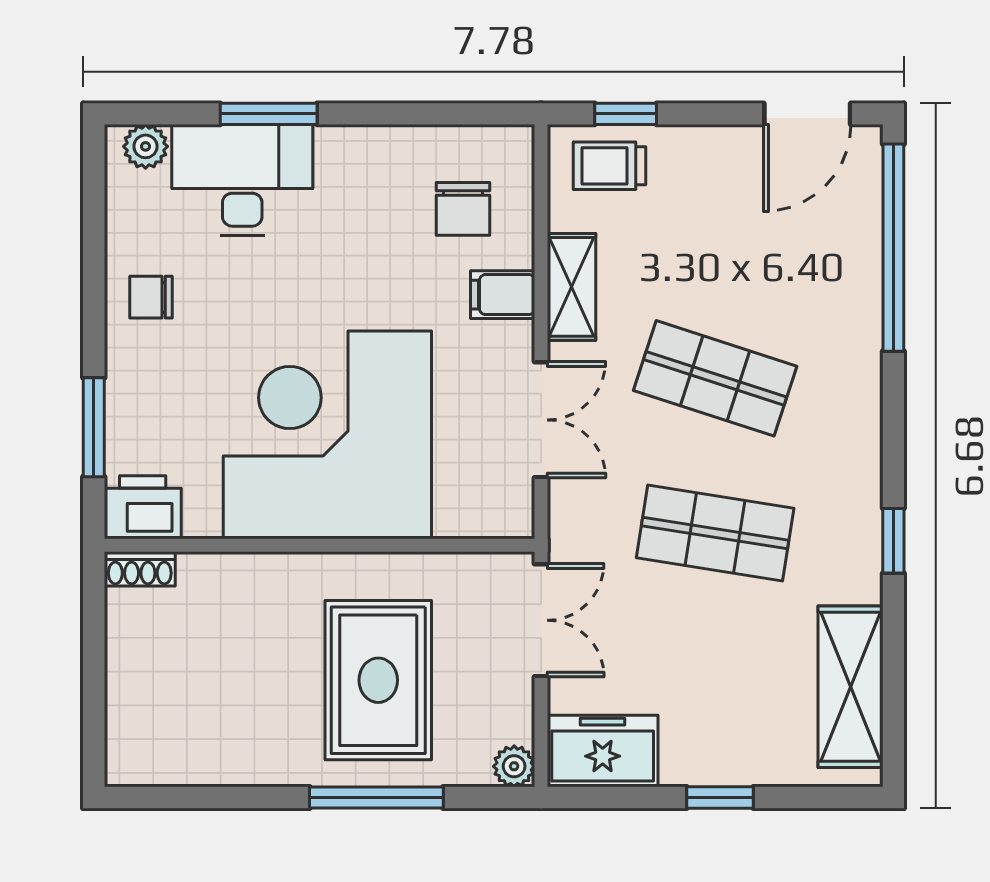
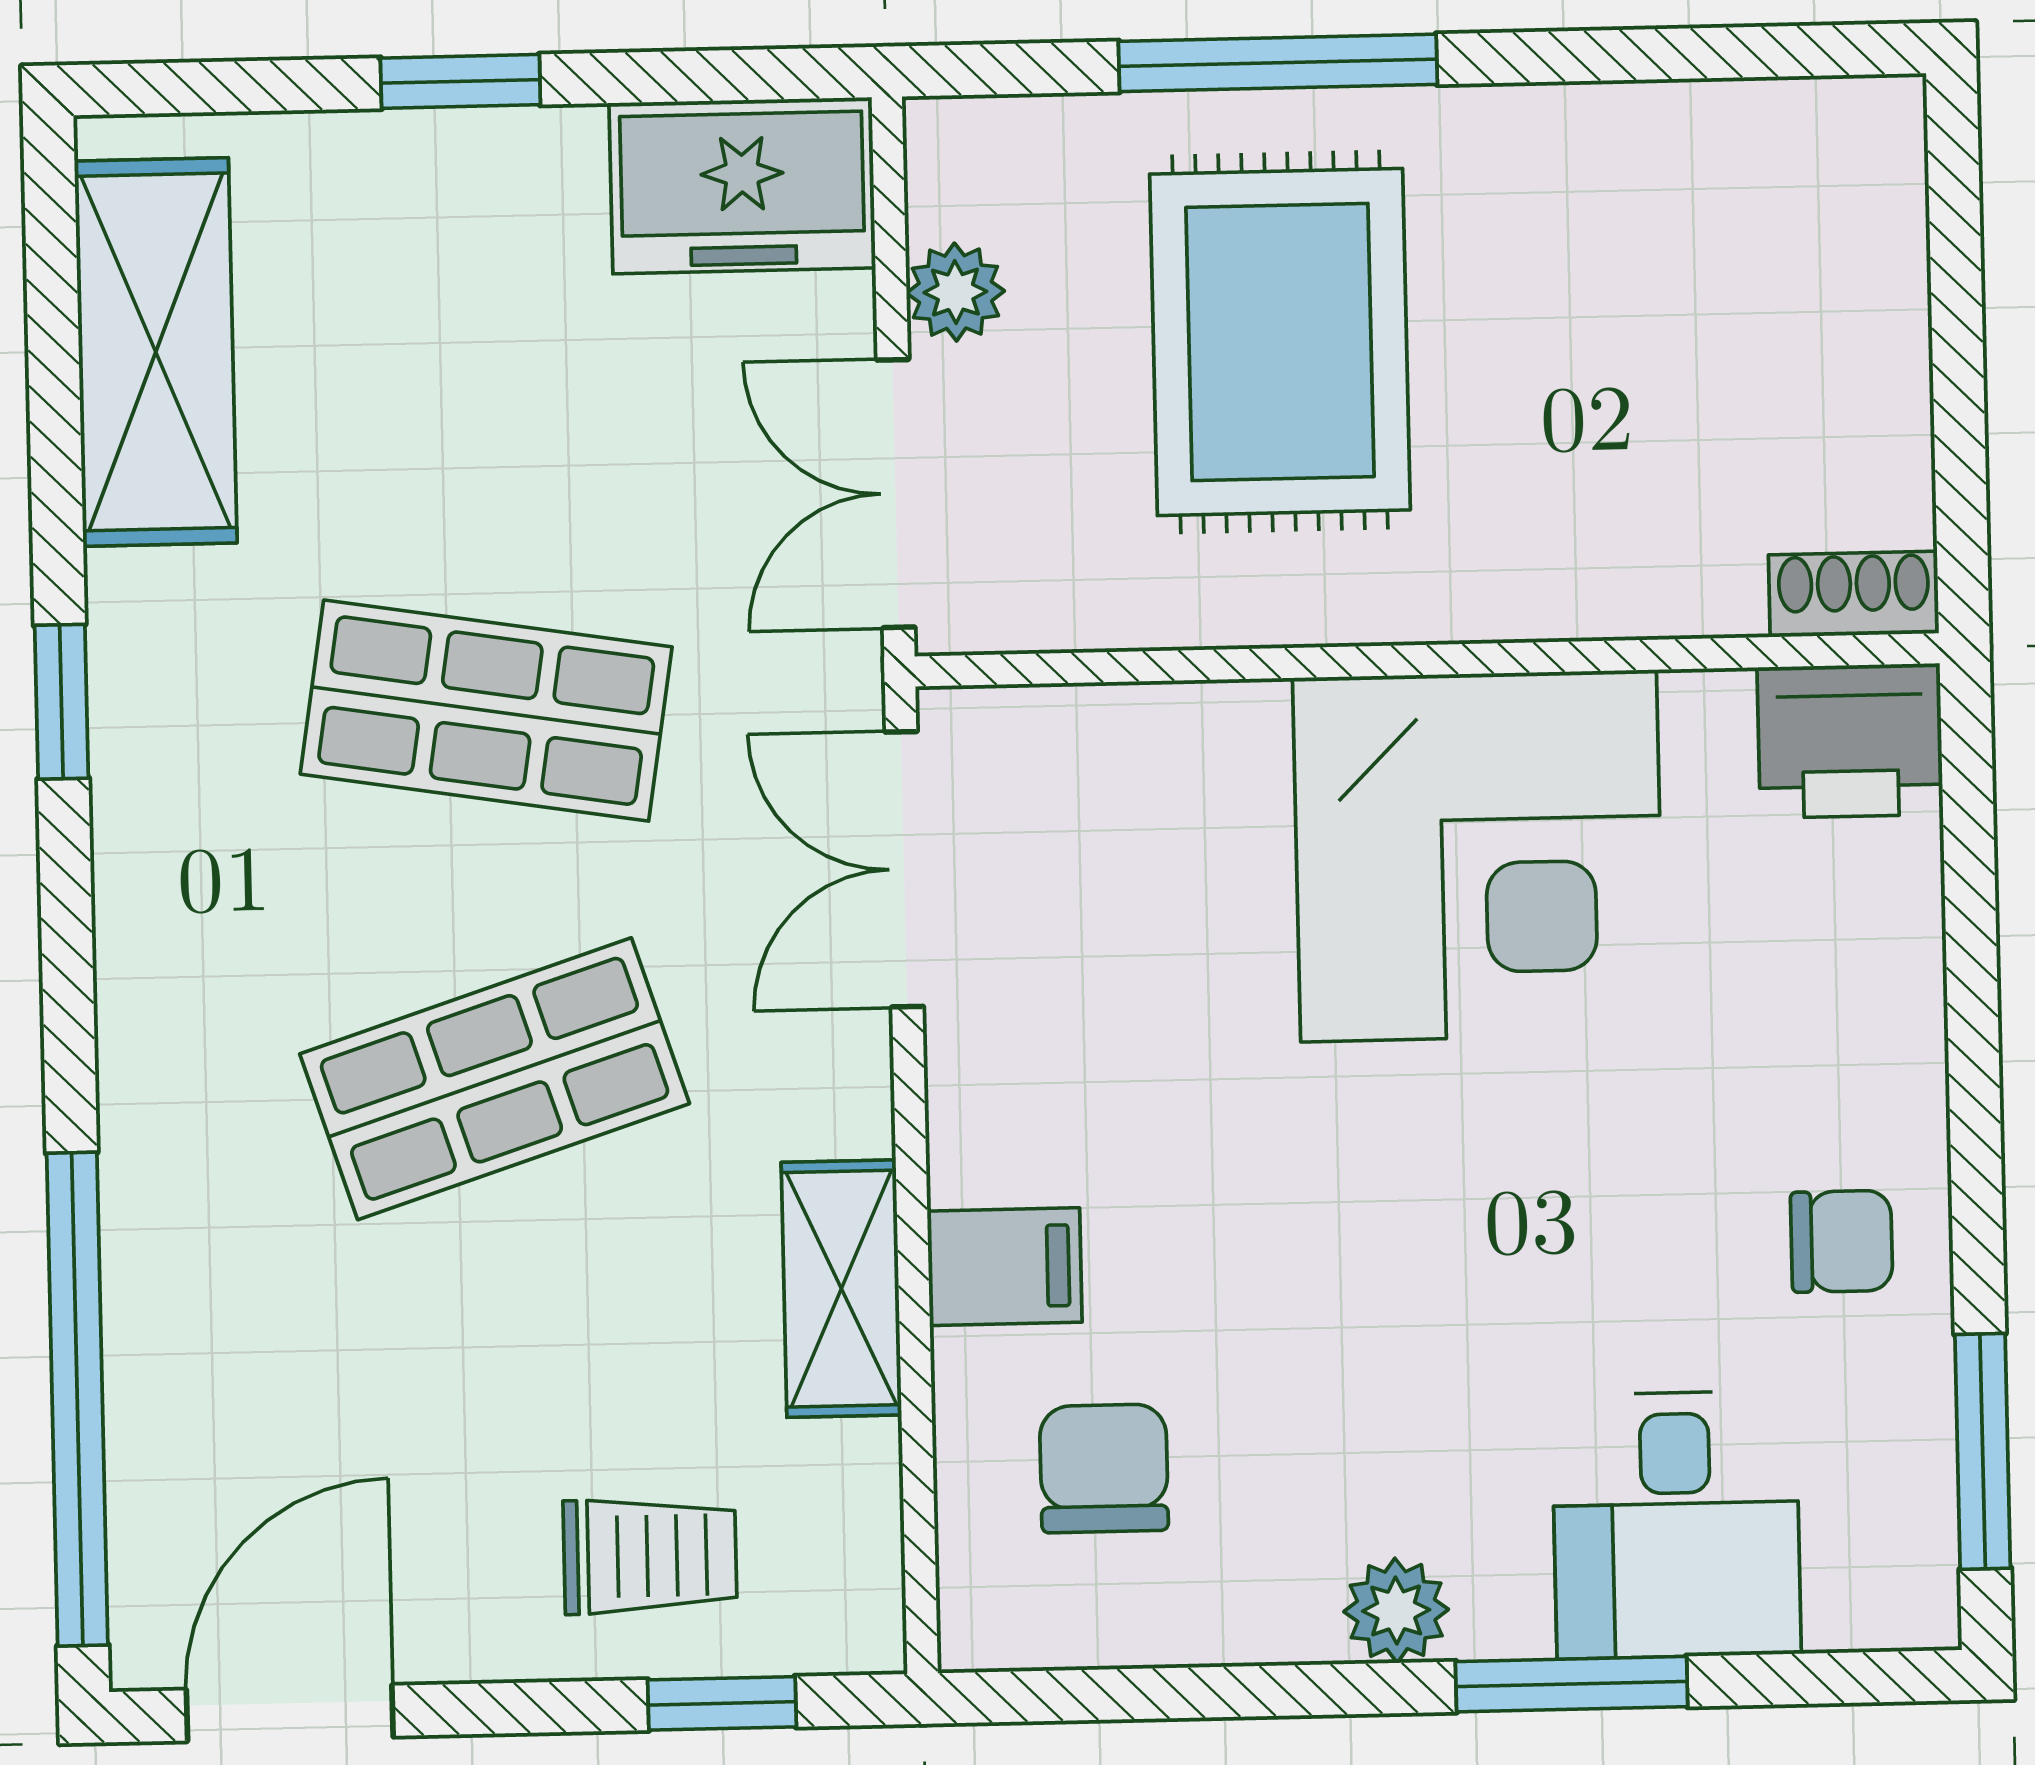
plant: (146, 146) -> (1396, 1610), moved
trolley: (610, 166) -> (650, 1556), moved
desk: (242, 180) -> (1676, 1525), width x0.73
shop shelf: (715, 378) -> (495, 1079), turned -36
double door: (541, 420) -> (904, 869), moved
window: (94, 427) -> (1983, 1451), moved
corner desk: (327, 435) -> (1479, 856), width x0.74, depth x0.74
plant: (514, 766) -> (955, 292), moved

